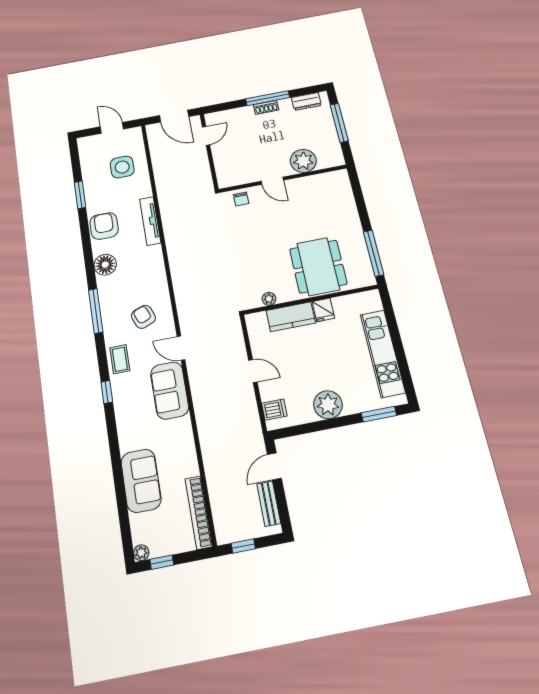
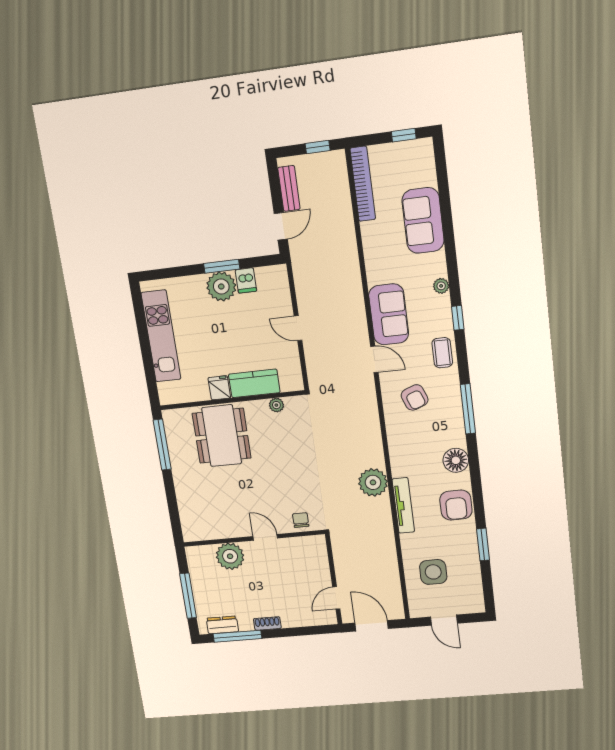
window: (268, 98) -> (237, 636), moved
plant: (178, 238) -> (373, 482), added
dishwasher: (274, 410) -> (246, 280), moved, turned -90
window: (379, 414) -> (222, 266), moved
plant: (141, 553) -> (441, 286), moved

